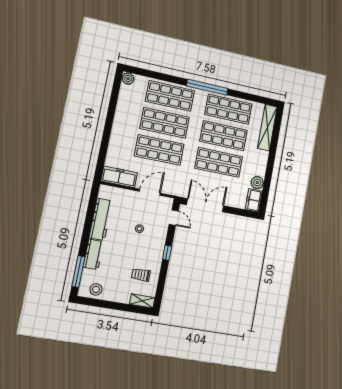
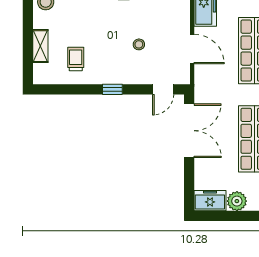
shelving: (142, 301) -> (40, 46), moved

